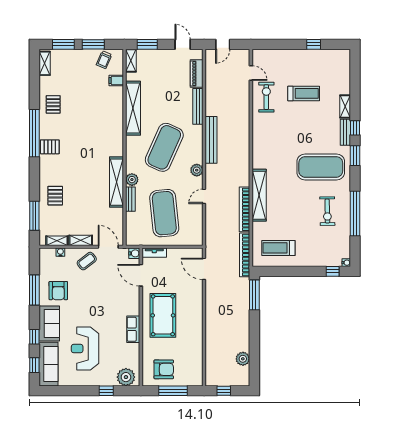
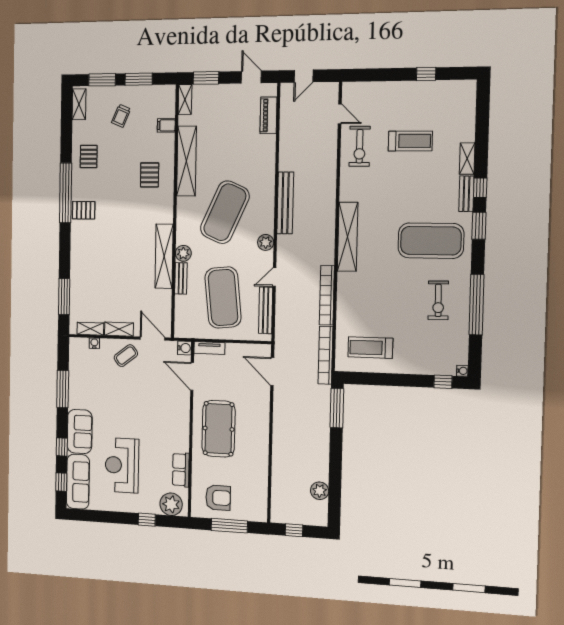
trolley: (104, 60) -> (121, 116), moved
exercise bike: (266, 97) -> (360, 146), turned 180
bench: (198, 106) -> (266, 310), moved
shelving: (259, 195) -> (348, 237), moved
pallet: (55, 196) -> (150, 175), moved
armchair: (58, 291) -> (91, 391), removed
row of seats: (133, 329) -> (181, 470), moved

